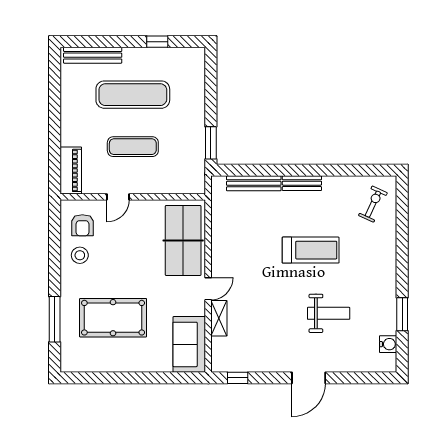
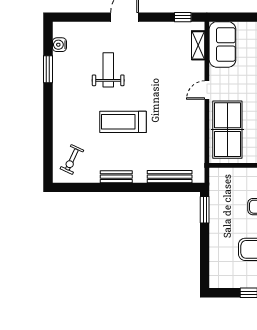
bench: (302, 183) -> (116, 177), moved
weight bench: (329, 313) -> (108, 70), turned 90
shelving: (219, 318) -> (198, 45), moved

